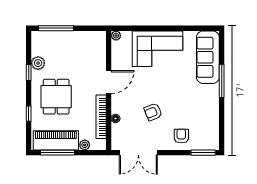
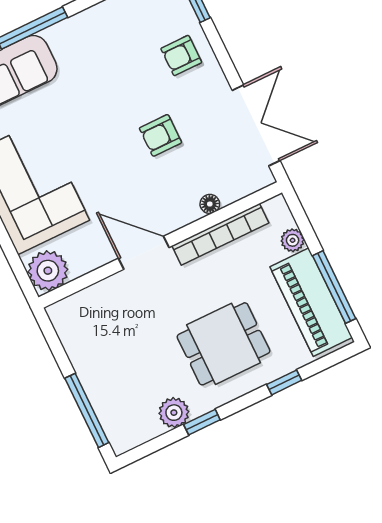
plant: (116, 36) -> (48, 271), width x1.88, depth x1.88
armchair: (153, 112) -> (160, 135), turned 112

